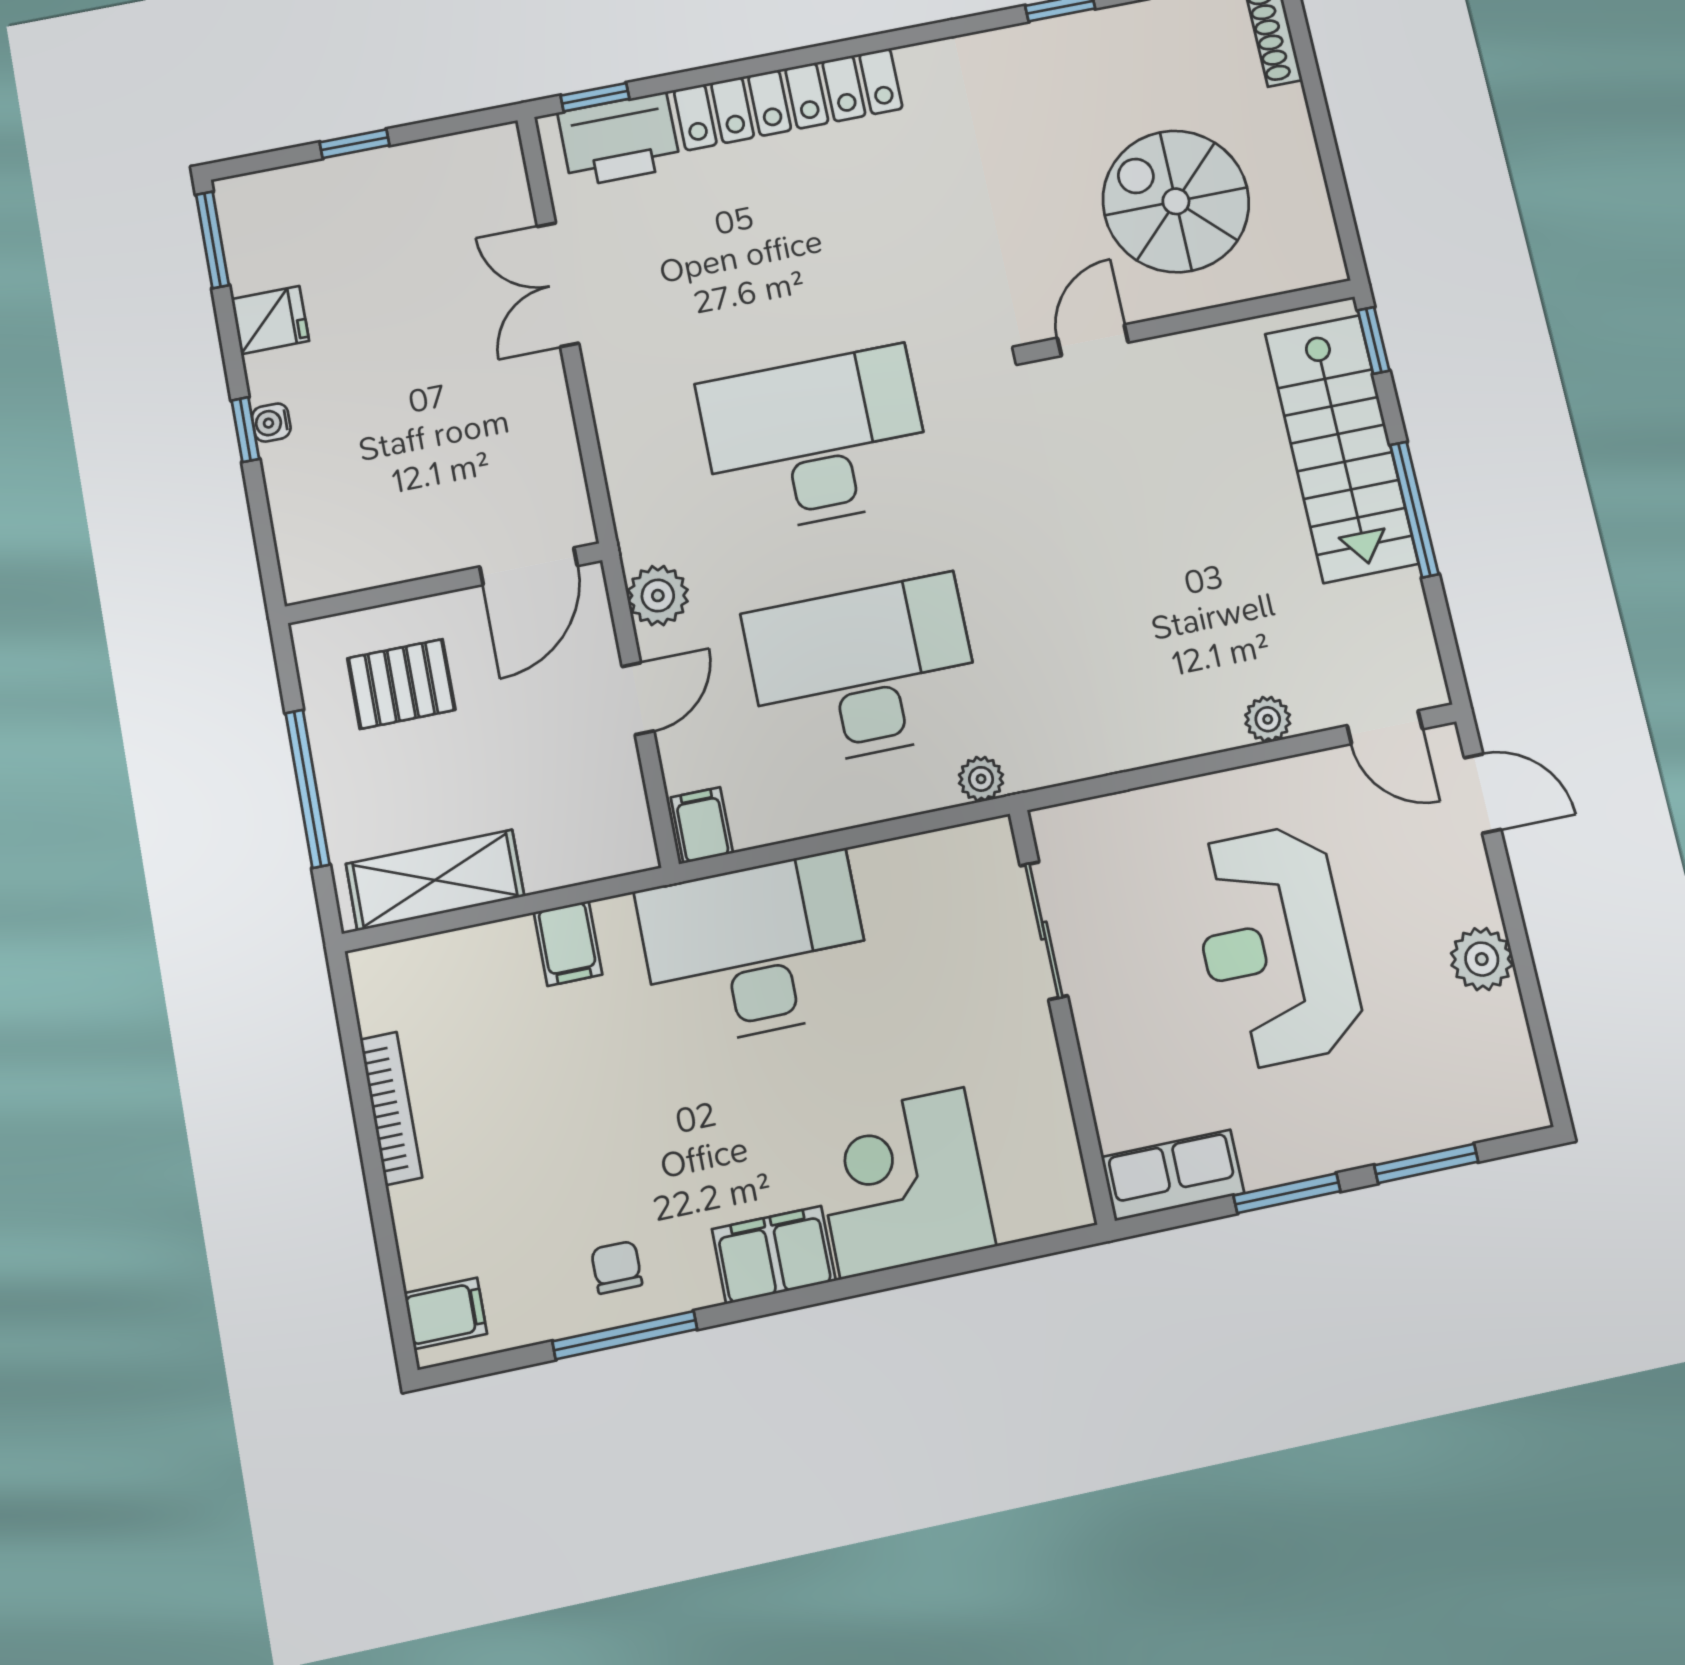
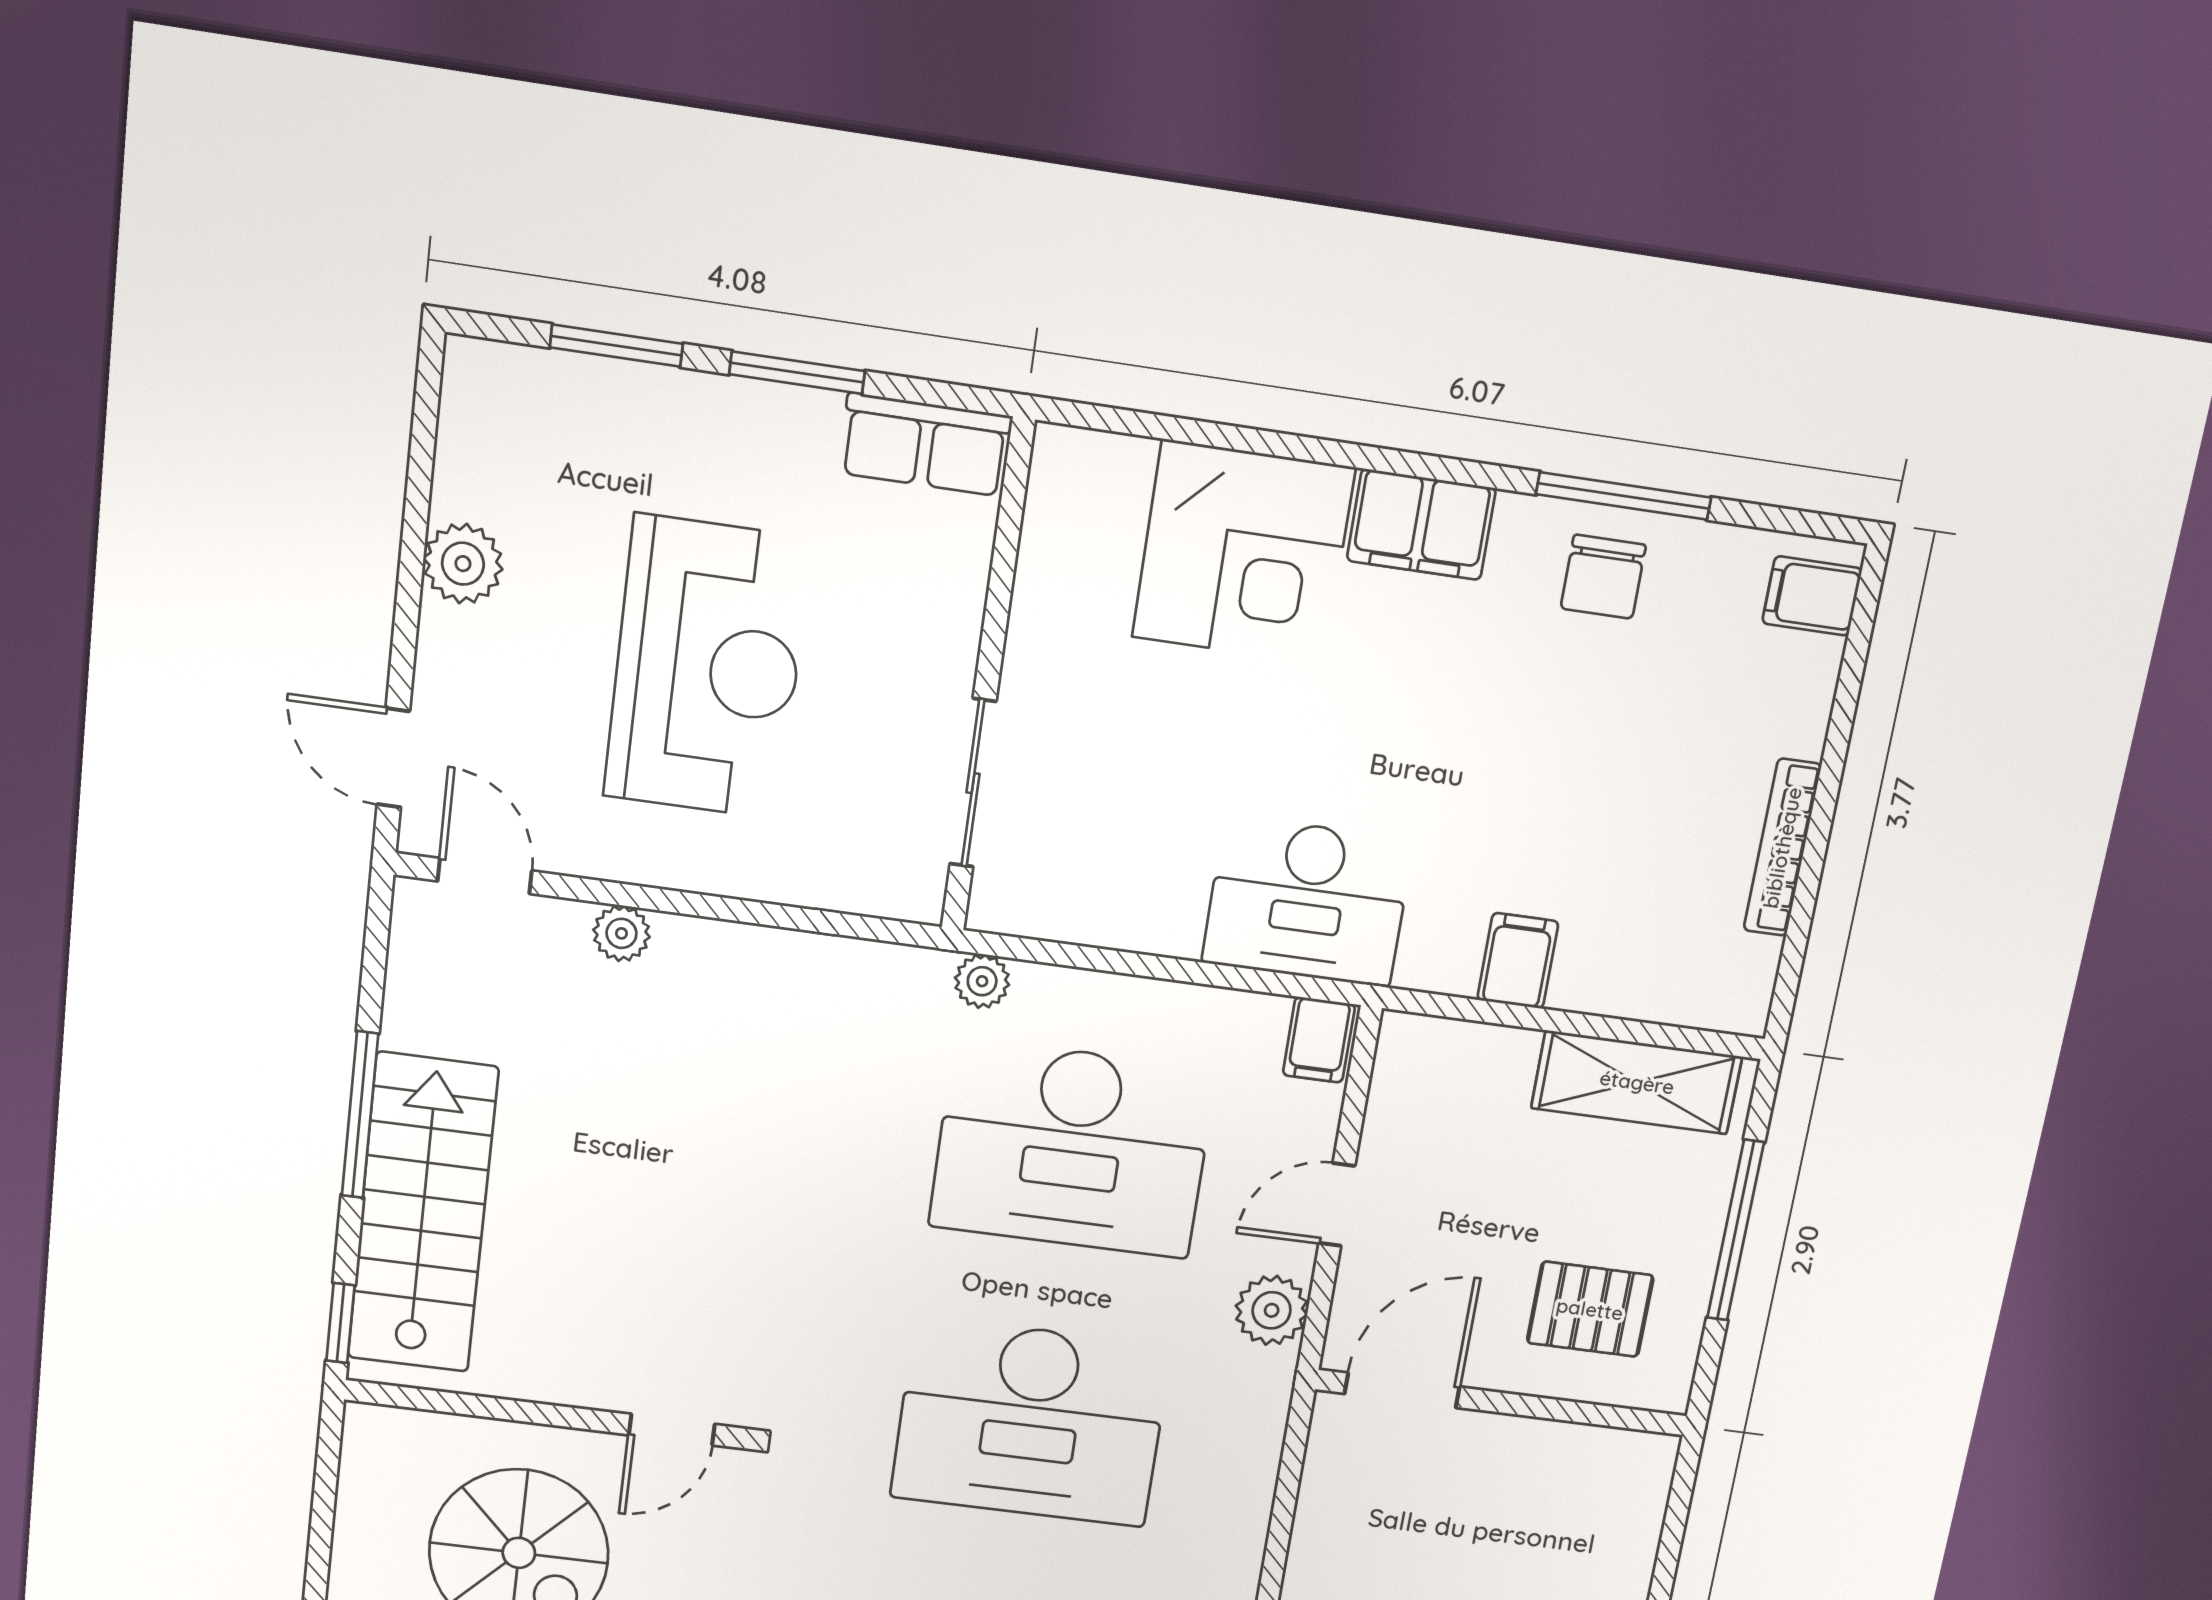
desk: (755, 950) -> (1308, 901), width x0.73, depth x0.77
chair: (617, 1267) -> (1603, 577), width x1.37, depth x1.37

